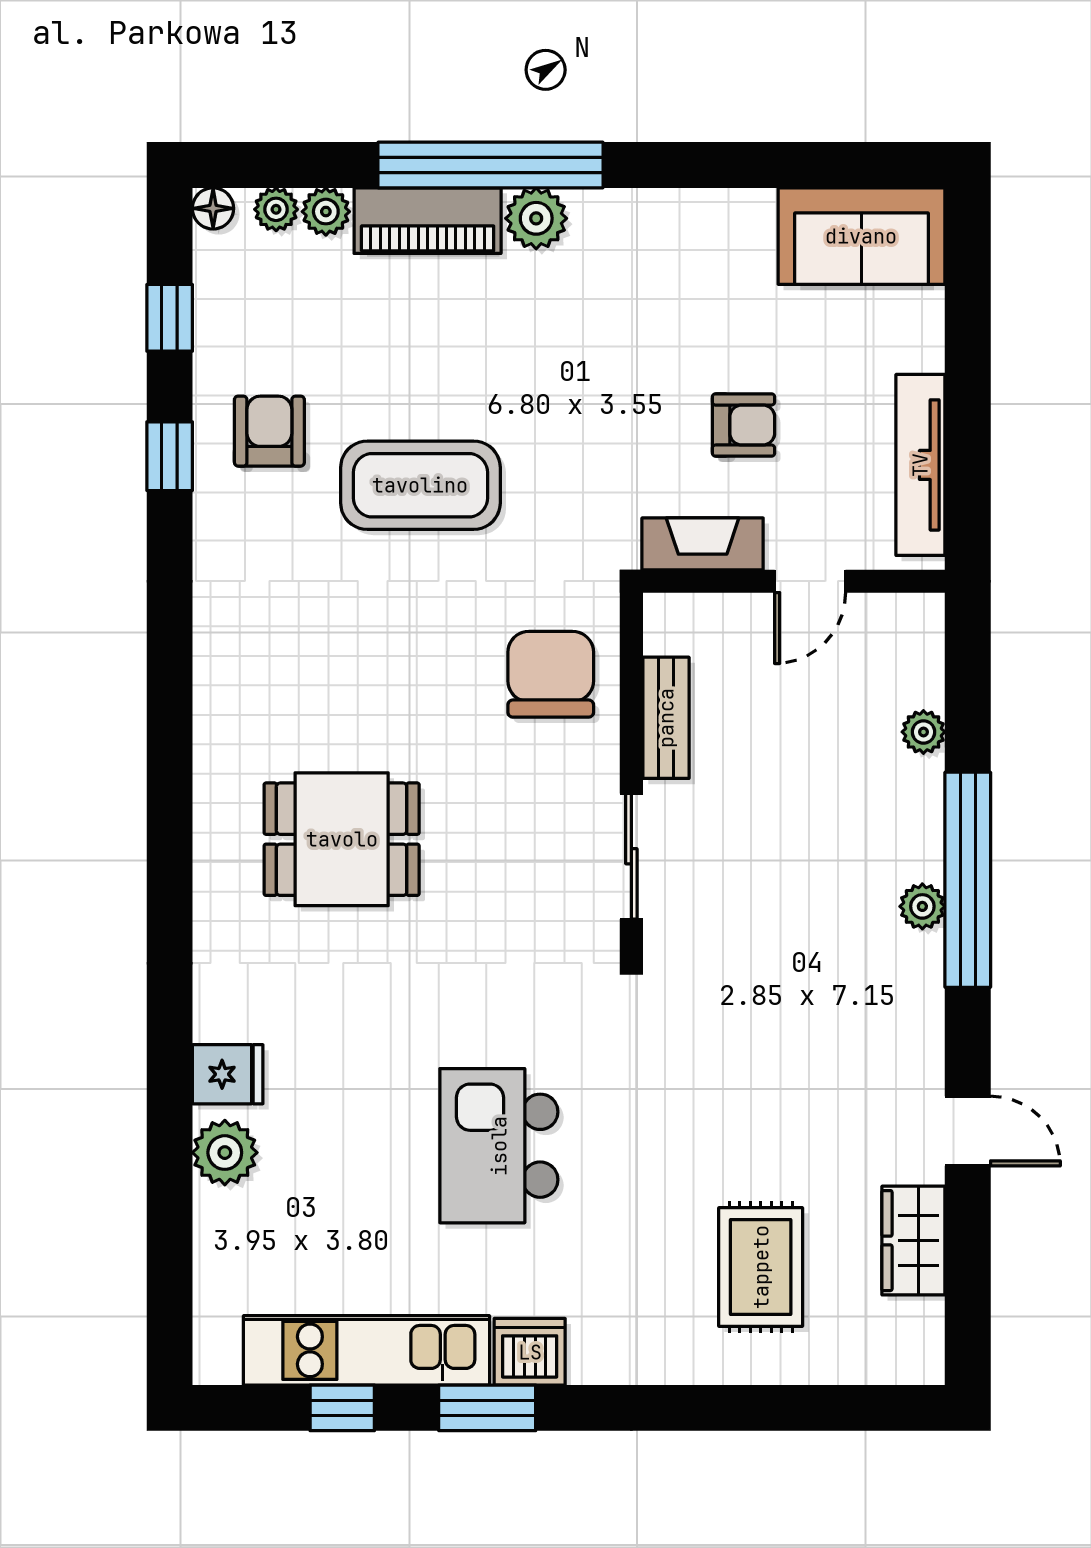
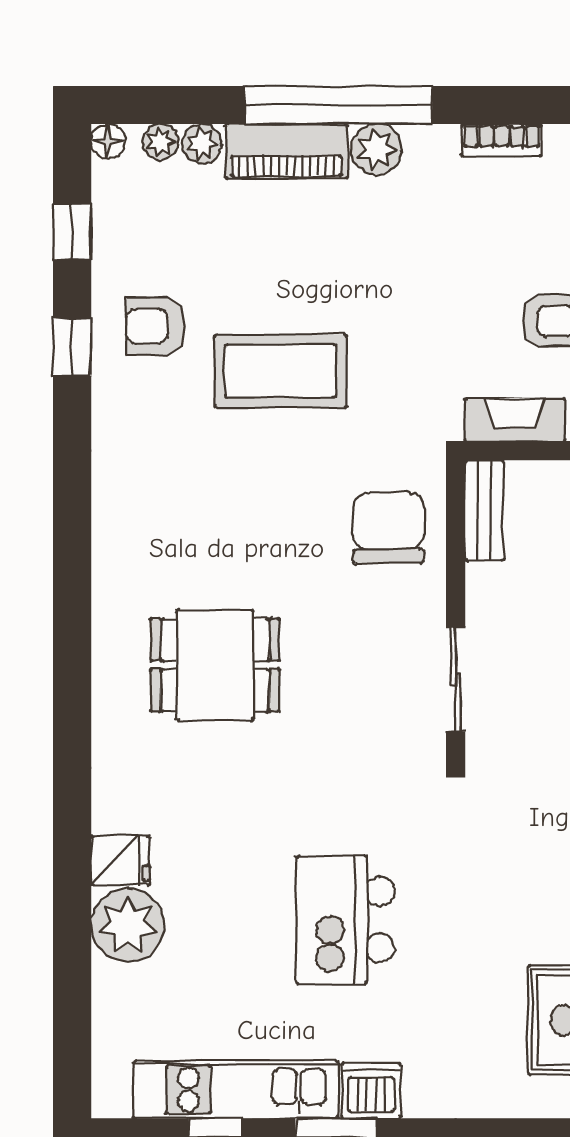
bookcase: (687, 207) -> (502, 140), added
armchair: (269, 431) -> (155, 326), turned -90
bench: (666, 718) -> (484, 511), moved
plant: (225, 1153) -> (128, 925), width x1.36, depth x1.36

